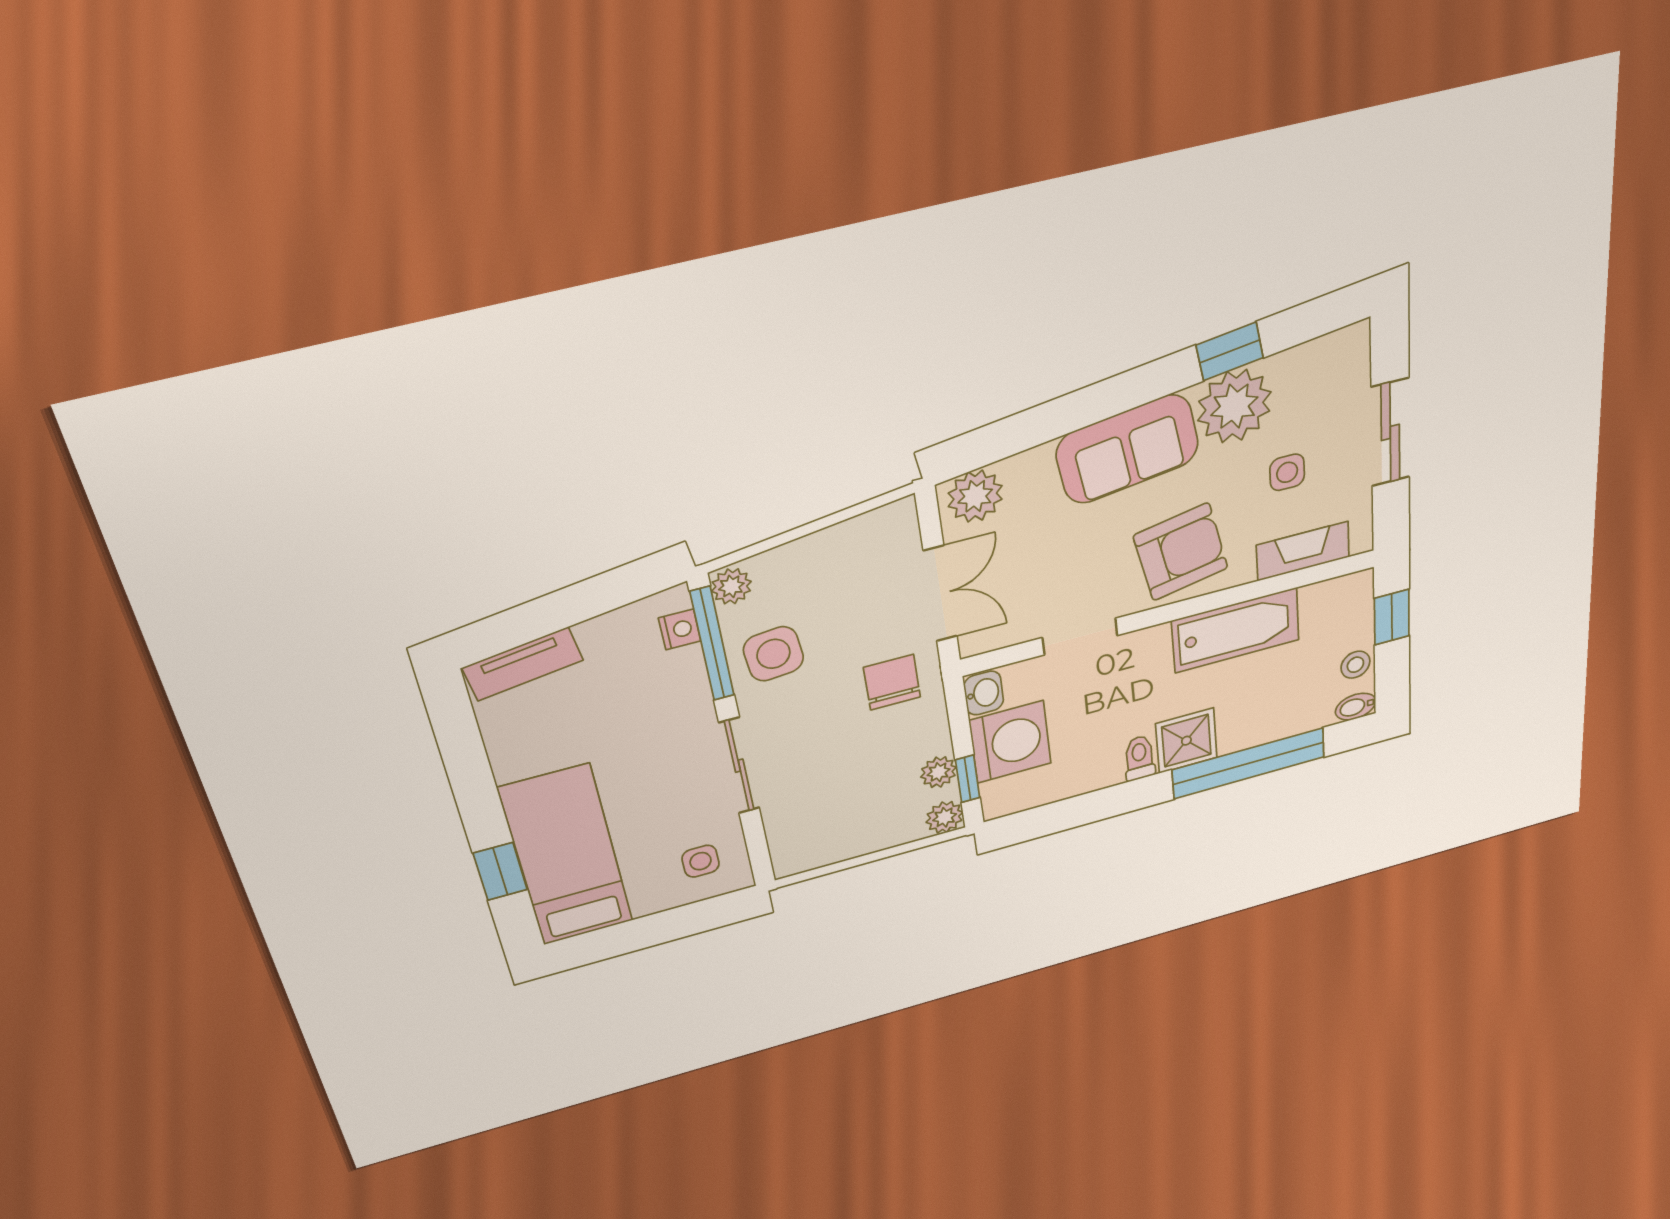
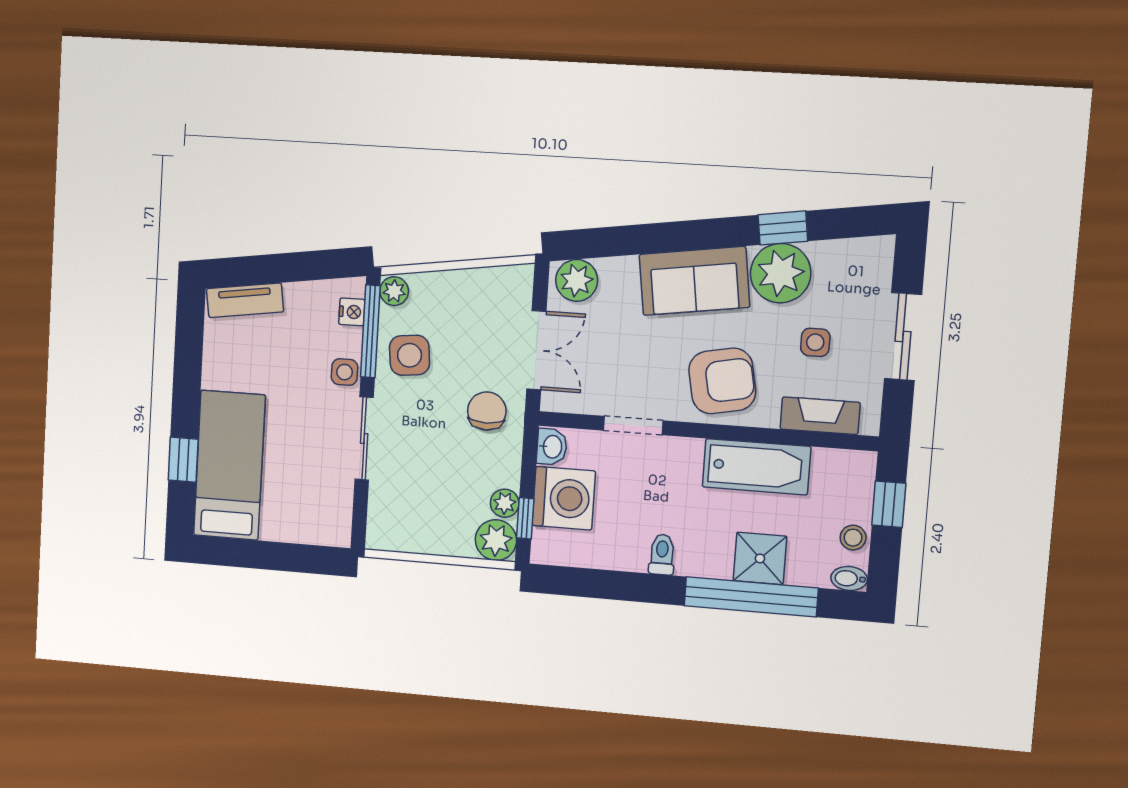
shower: (1186, 741) -> (760, 558), moved
plant: (945, 817) -> (496, 540), width x1.38, depth x1.38
side table: (701, 861) -> (344, 372), moved

